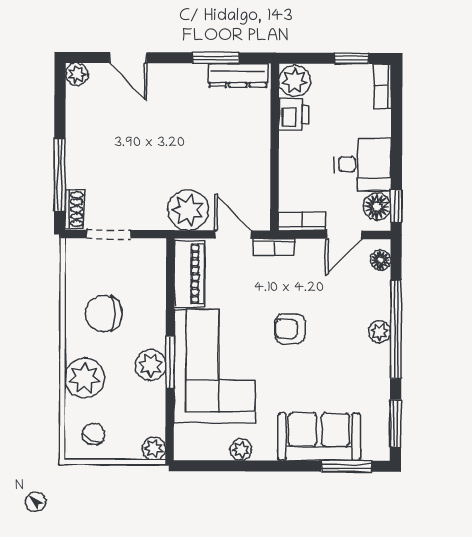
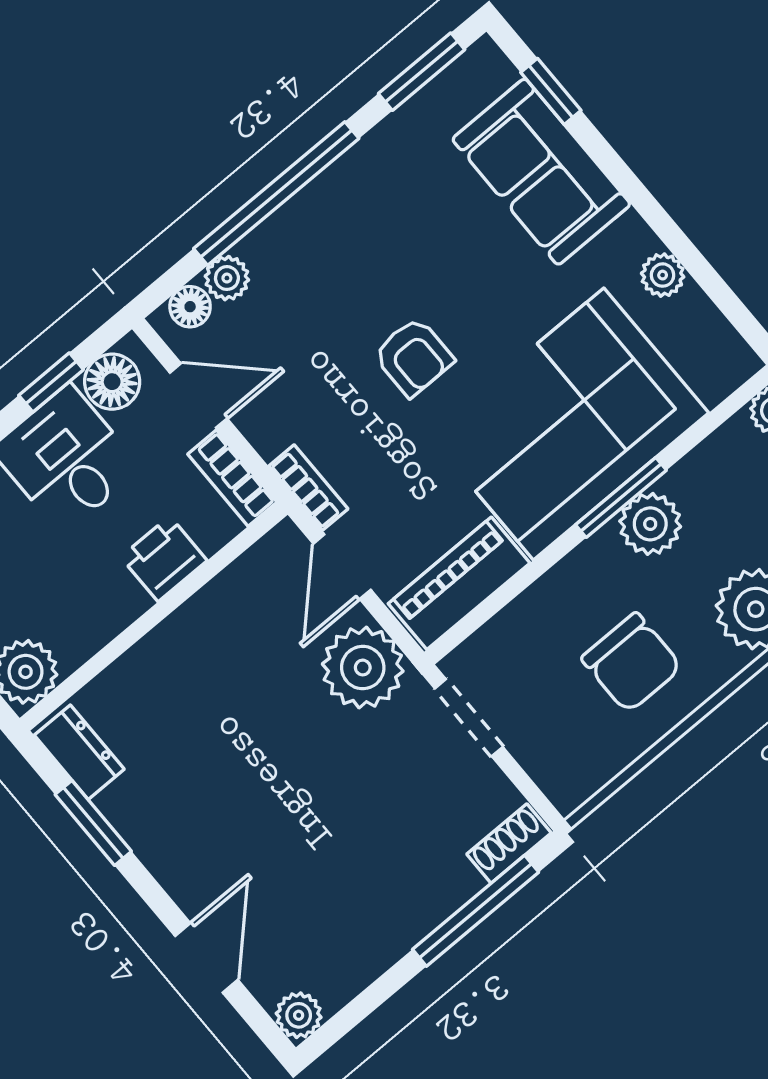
dresser: (238, 75) -> (79, 752), width x0.70
printer: (293, 115) -> (164, 559), moved
window: (396, 206) -> (51, 382), moved
doorway: (109, 234) -> (469, 718), moved
plant: (379, 332) -> (227, 278), moved
window: (347, 466) -> (551, 91), width x0.67

